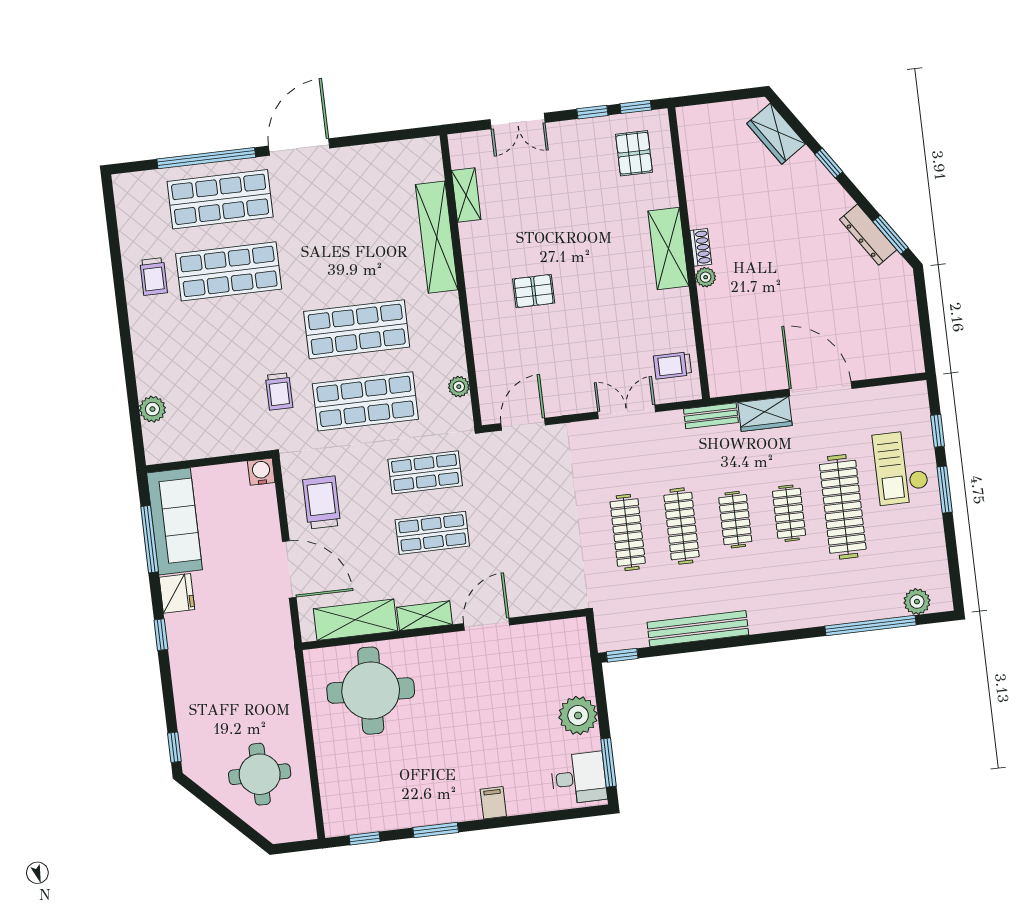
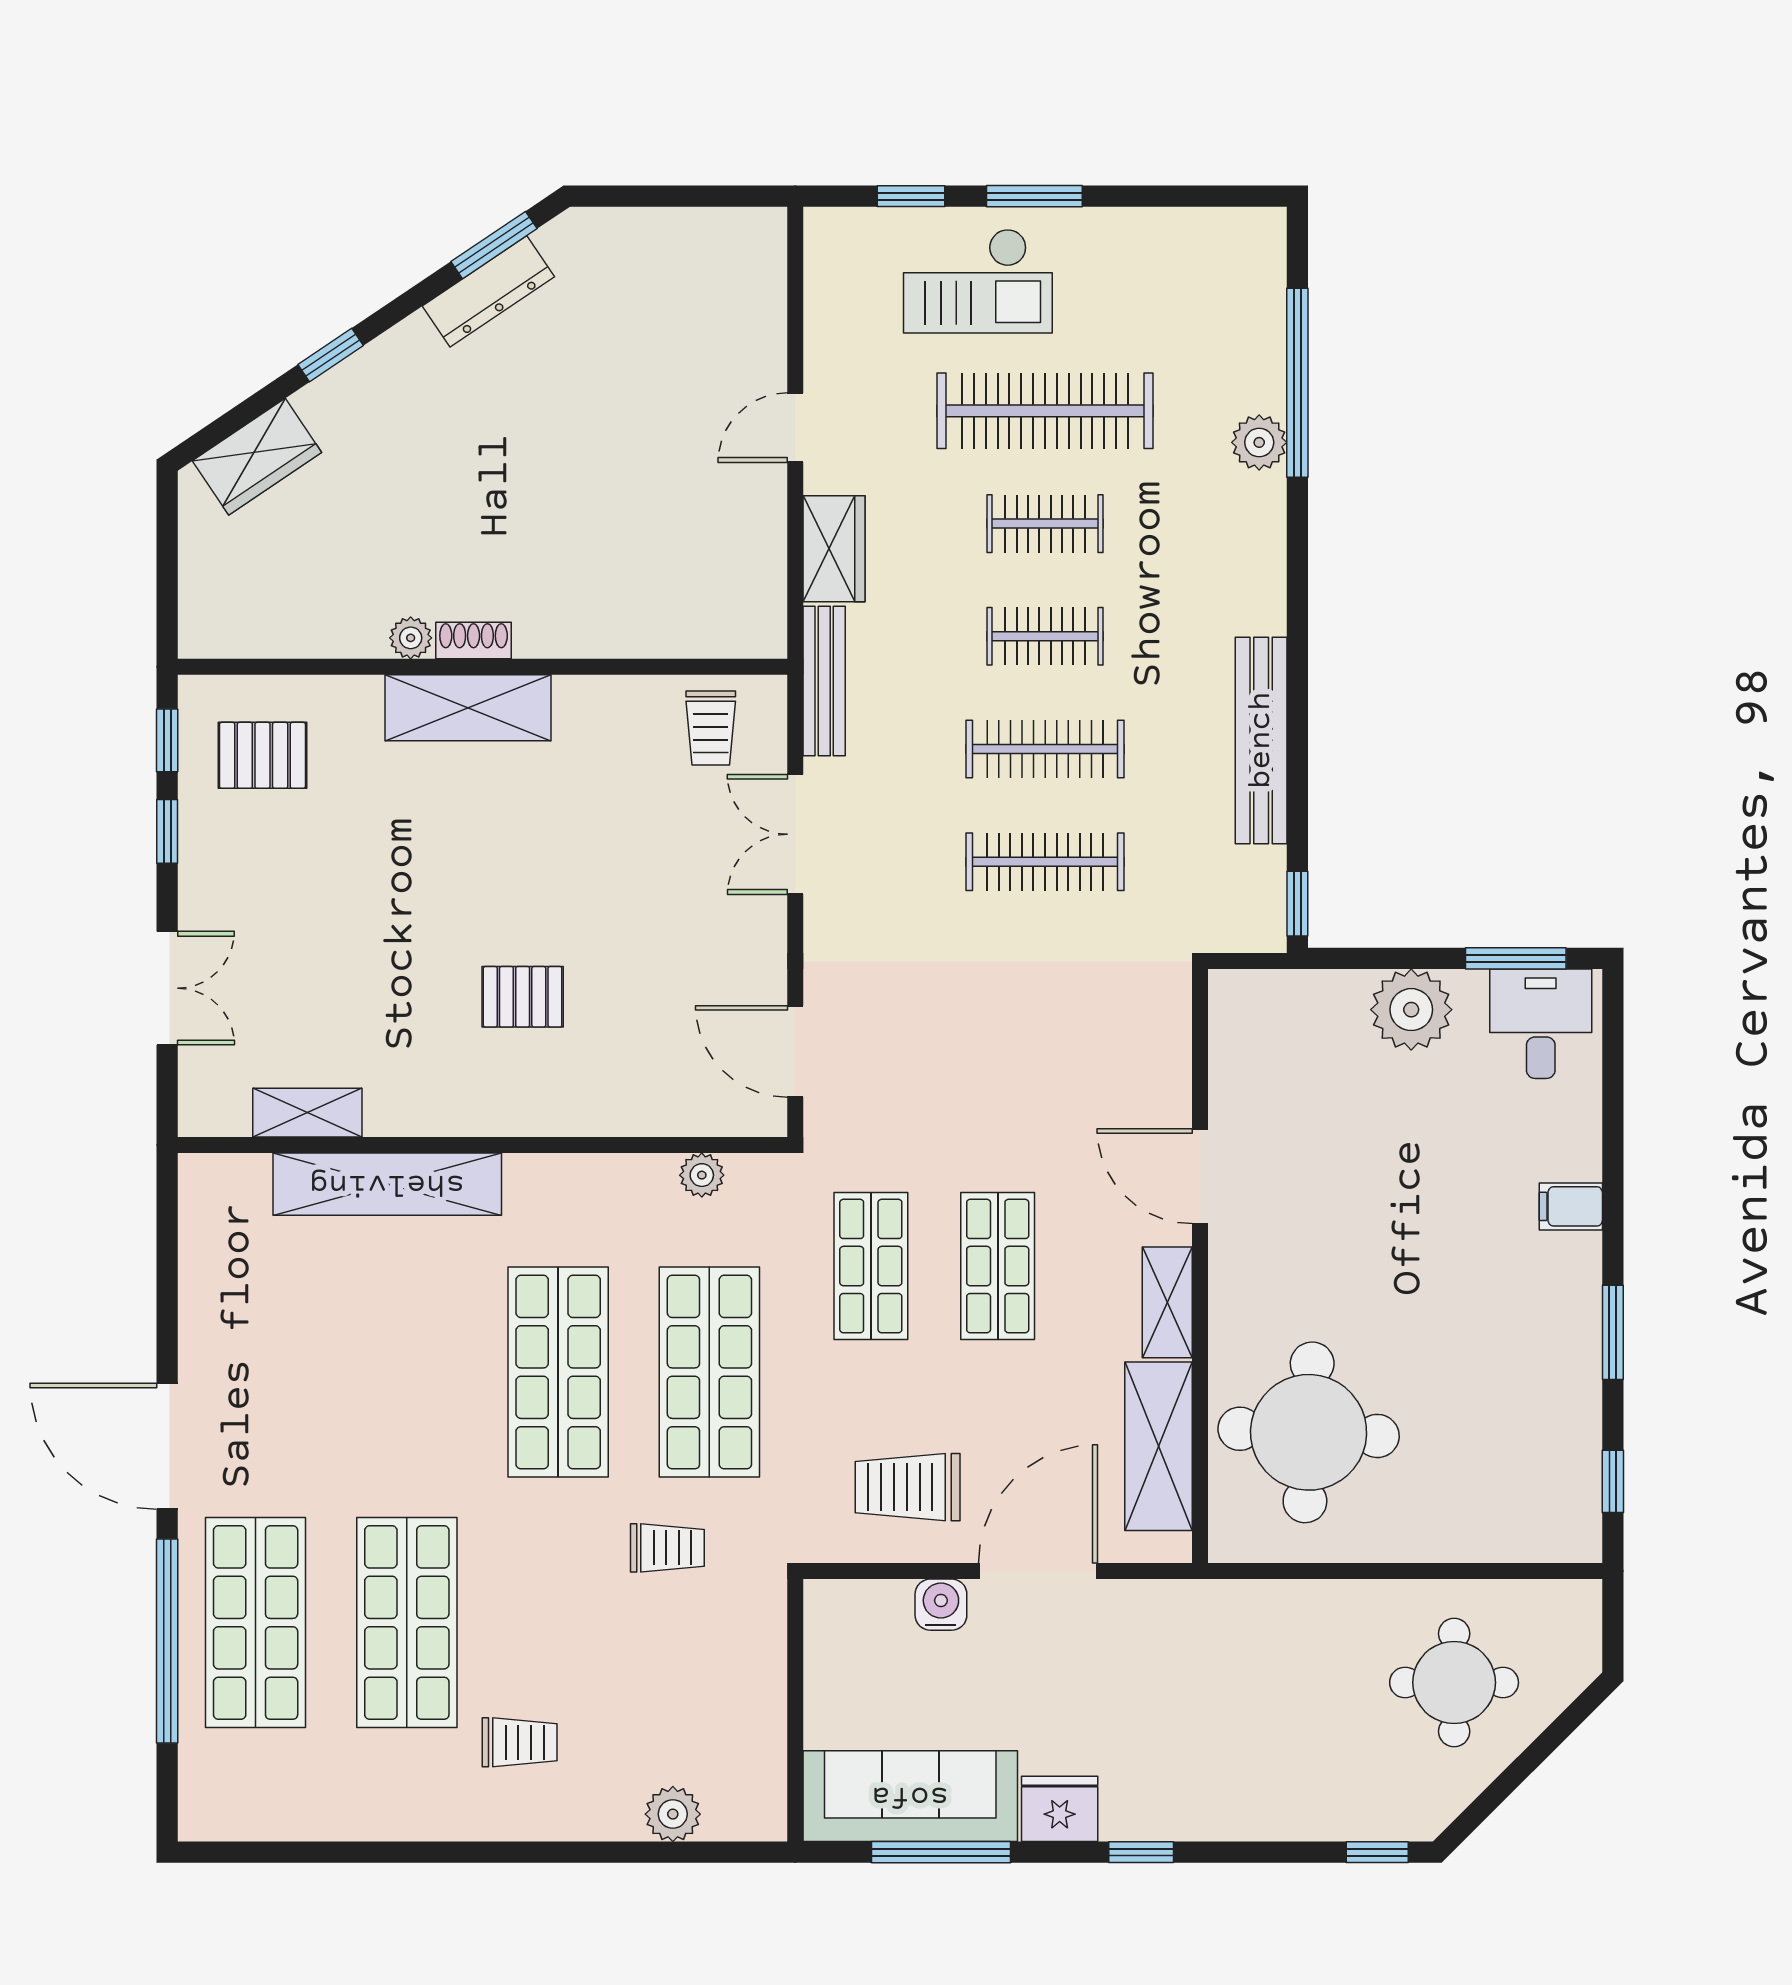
trolley: (154, 277) -> (520, 1742), moved
plant: (706, 277) -> (411, 638), moved
pallet: (534, 291) -> (523, 997), turned 90
door: (821, 389) -> (795, 428), width x0.53
bench: (711, 416) -> (824, 681), width x1.36
water cooler: (261, 472) -> (941, 1605), moved, turned 90
plant: (917, 602) -> (1259, 442), moved

